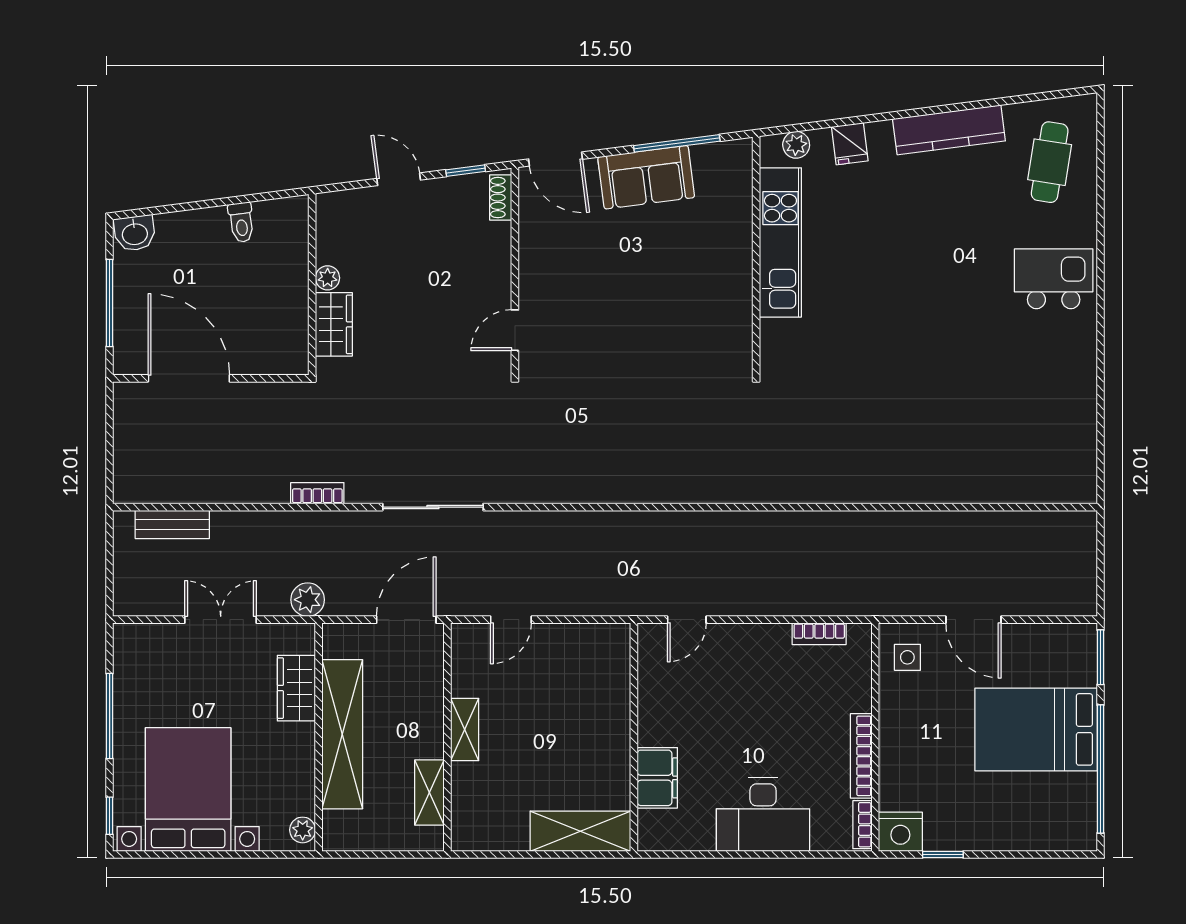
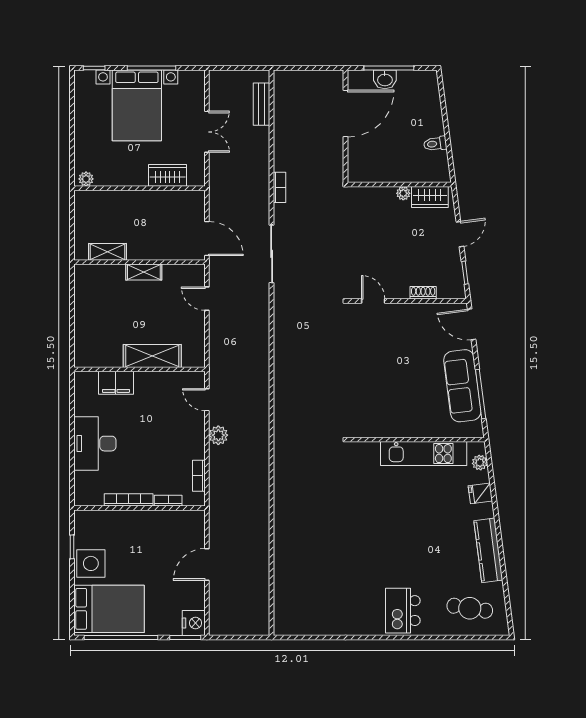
door: (556, 159) -> (472, 324), hinge flipped
sofa: (646, 177) -> (462, 386), width x1.36
shoe rack: (501, 198) -> (423, 293), moved
washbasin: (135, 233) -> (385, 79), moved, turned -83
kitchen island: (1054, 279) -> (403, 611), turned 180
wardrobe: (334, 324) -> (430, 197), moved
plant: (308, 600) -> (218, 435), moved
side table: (907, 657) -> (91, 563), moved, width x1.87, depth x1.87
bed: (1036, 729) -> (109, 609), moved, turned 90
shelving: (342, 734) -> (141, 202), removed
bed with nightstands: (188, 789) -> (137, 105), moved, turned 90
bookcase: (862, 825) -> (168, 501), moved
shelving: (580, 831) -> (152, 356), moved, turned 90
nightstand: (900, 832) -> (194, 623), moved, turned 180

